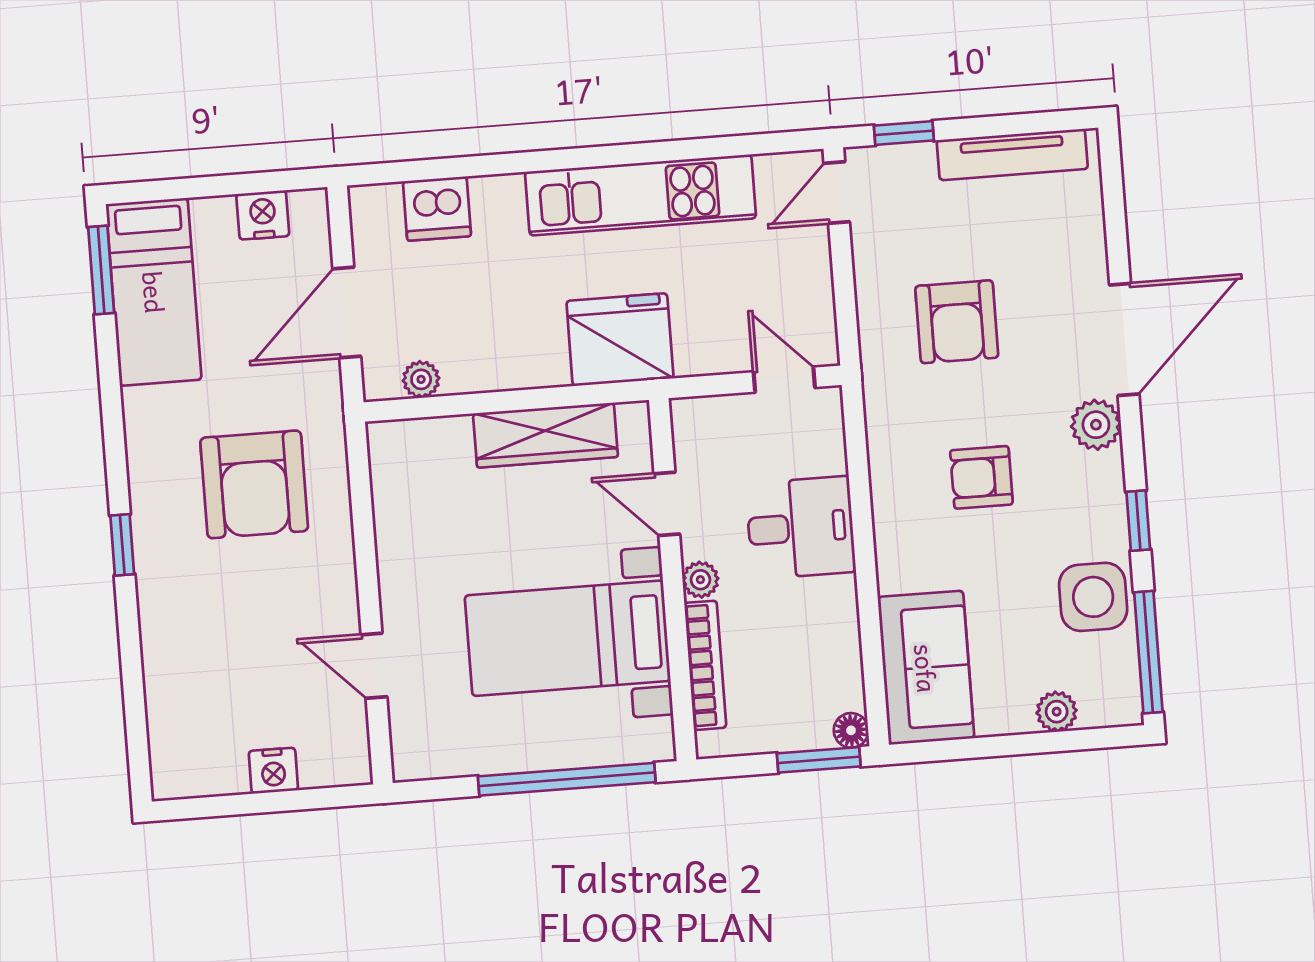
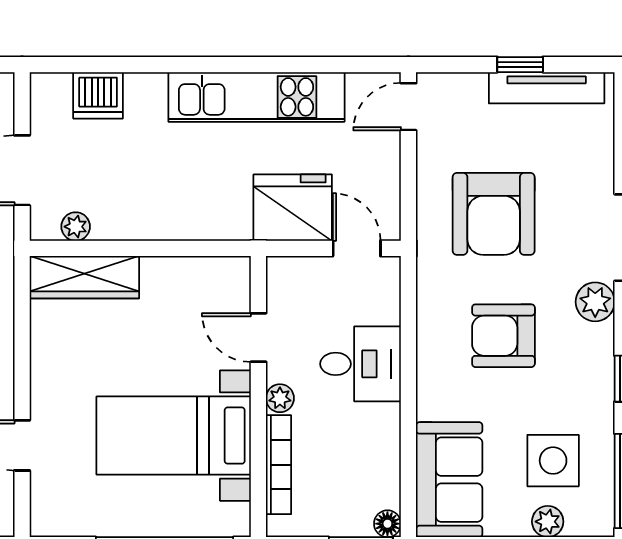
window: (904, 133) -> (520, 65), moved
armchair: (957, 322) -> (494, 214), width x1.36, depth x1.36
fridge: (620, 340) -> (293, 208), moved
wardrobe: (545, 435) -> (84, 277), moved
armchair: (981, 477) -> (503, 336), width x1.38, depth x1.38
side table: (1093, 597) -> (553, 461), moved

